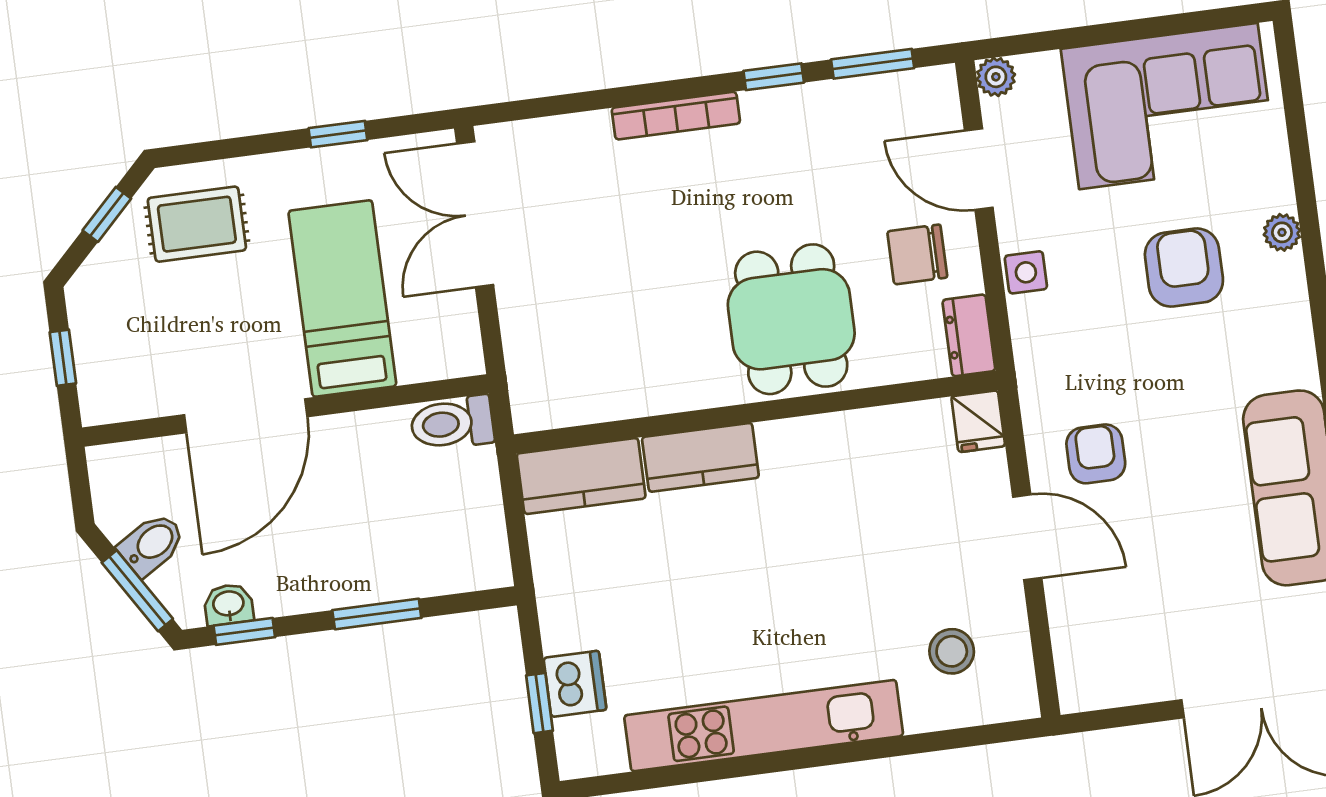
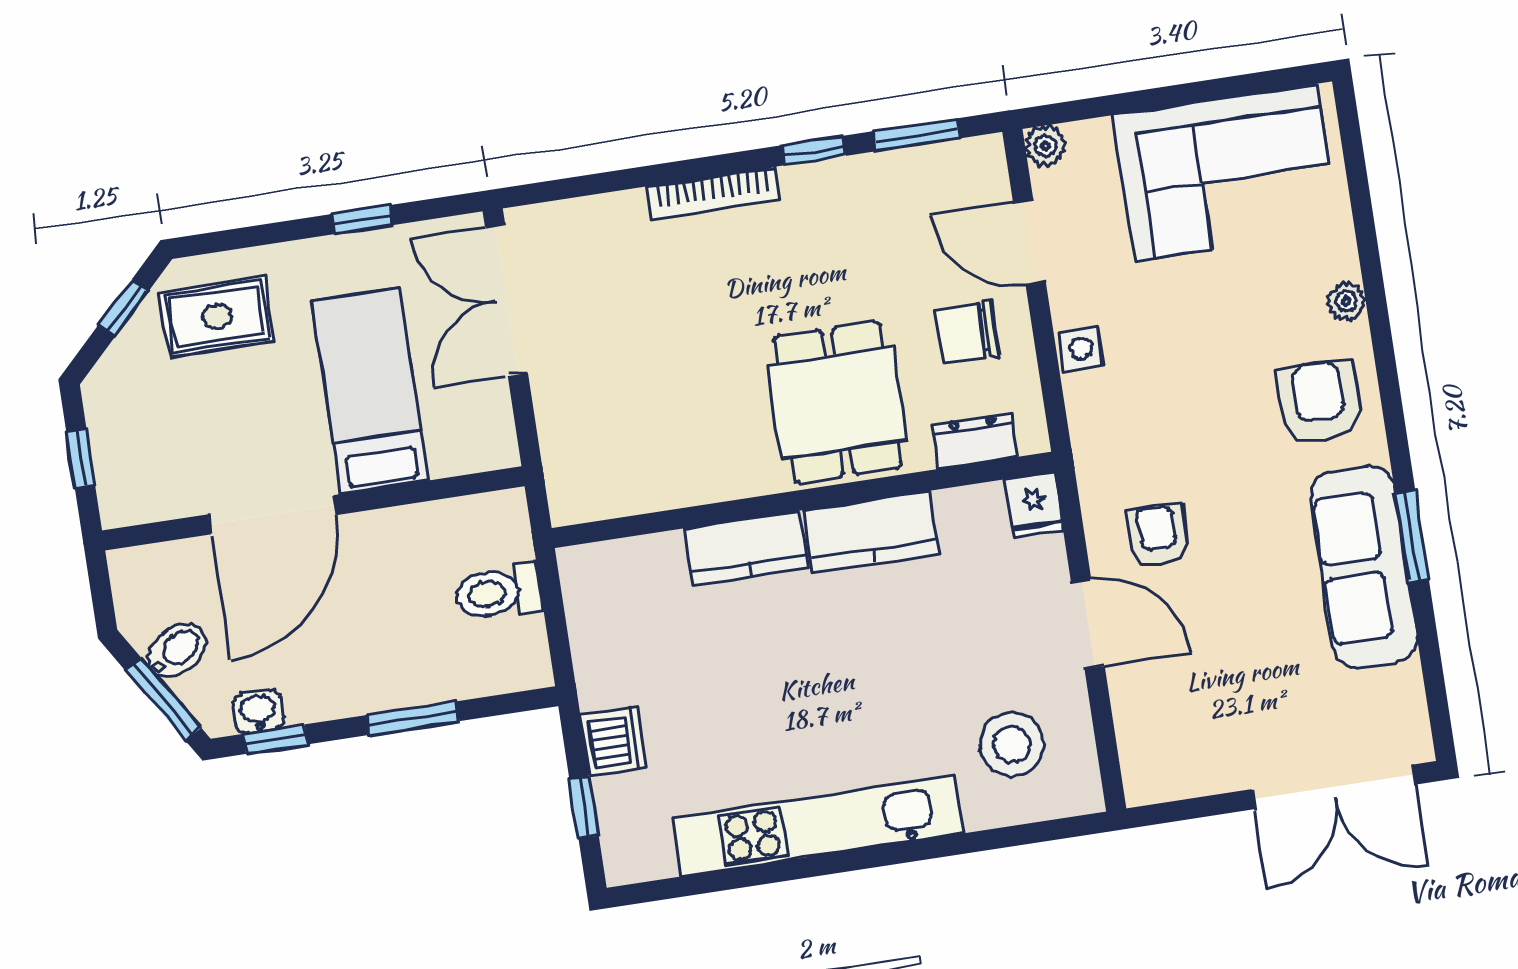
armchair: (1184, 268) -> (1320, 402), moved
dresser: (969, 335) -> (975, 440), moved, turned 90
toilet: (452, 423) -> (498, 592), moved
kitchen counter: (581, 476) -> (871, 532), moved
stool: (952, 651) -> (1012, 744), width x1.38, depth x1.38
dishwasher: (575, 684) -> (614, 741), moved

